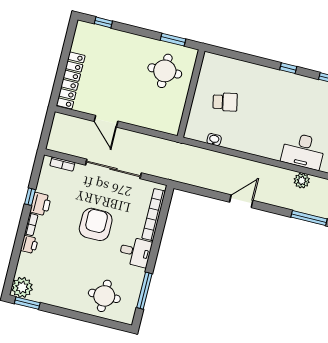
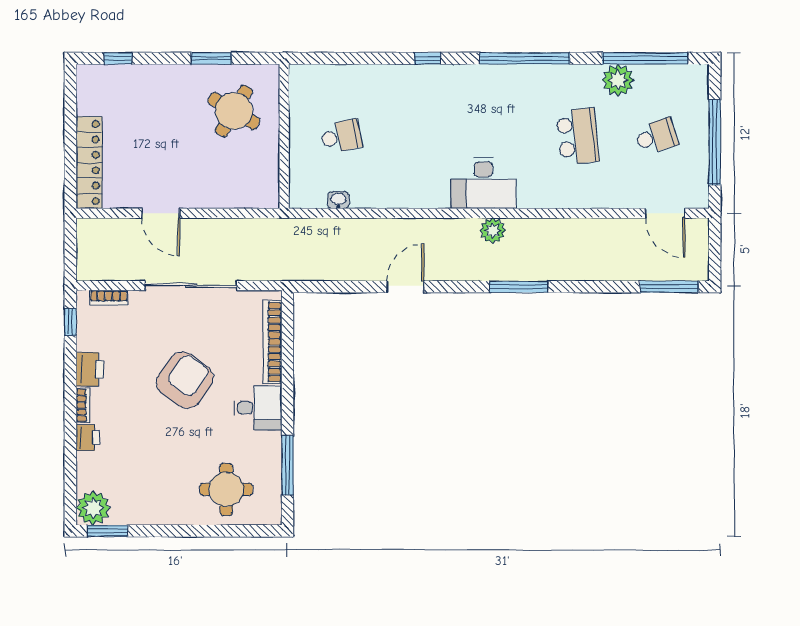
window: (173, 40) -> (211, 58), moved
round table: (165, 71) -> (234, 111), turned 31
window: (30, 197) -> (70, 322), moved
armchair: (96, 224) -> (185, 380), turned 36

